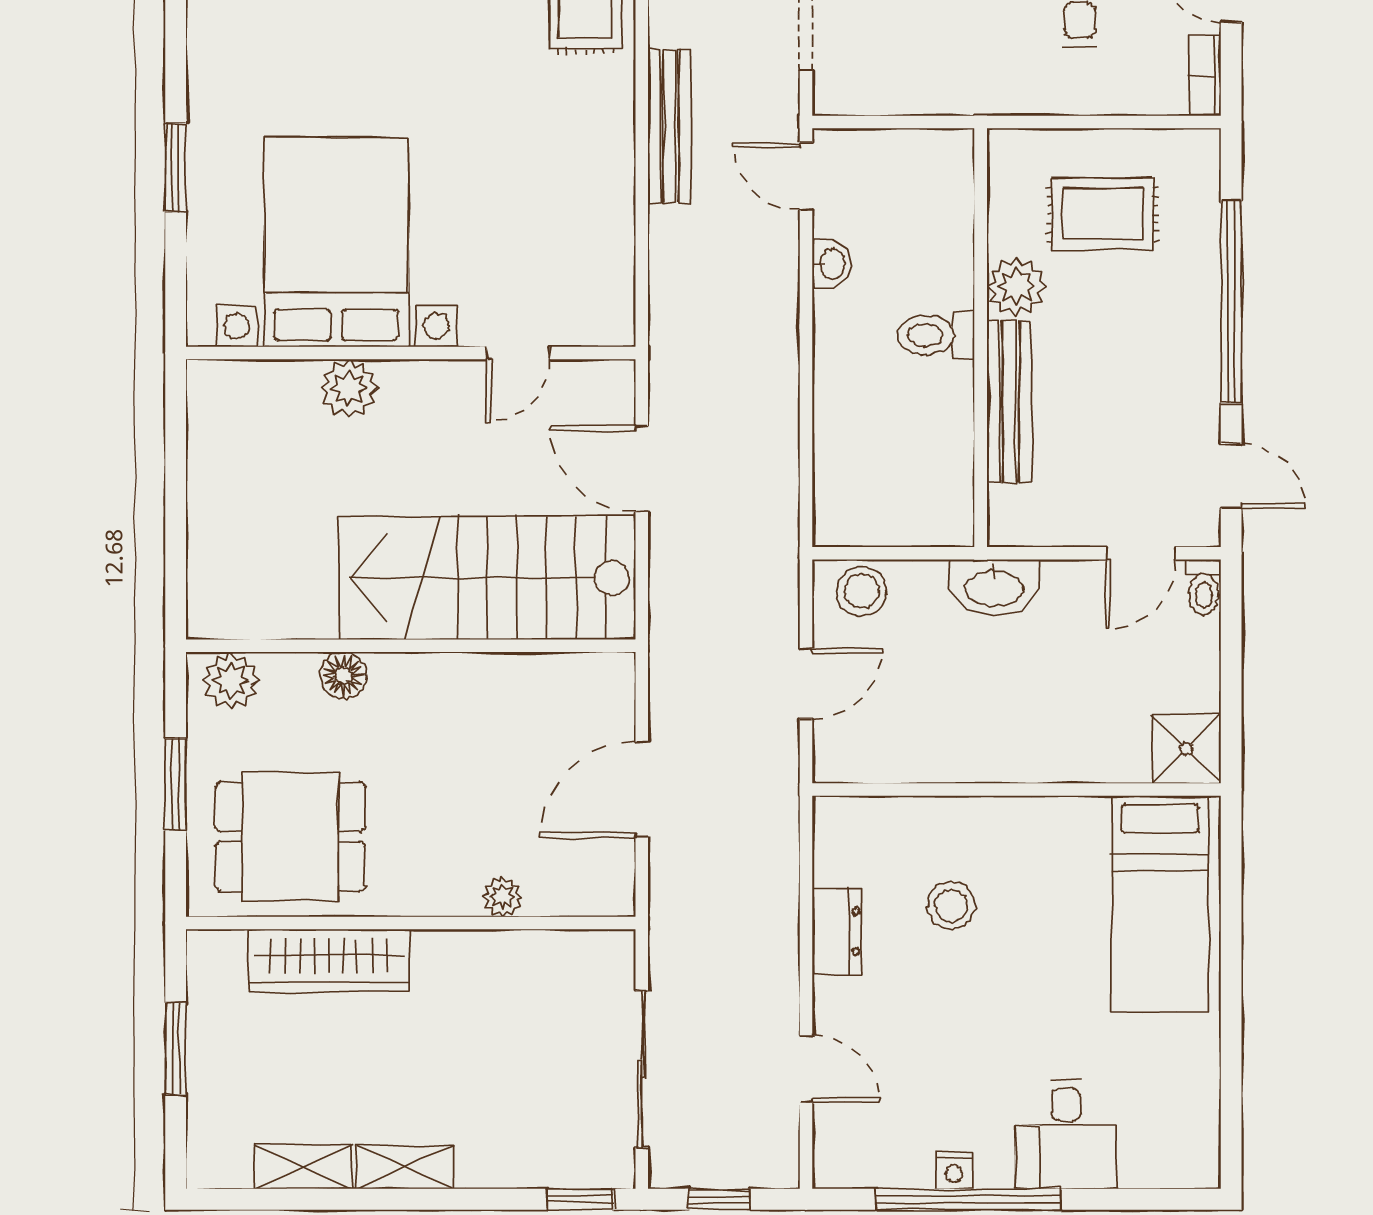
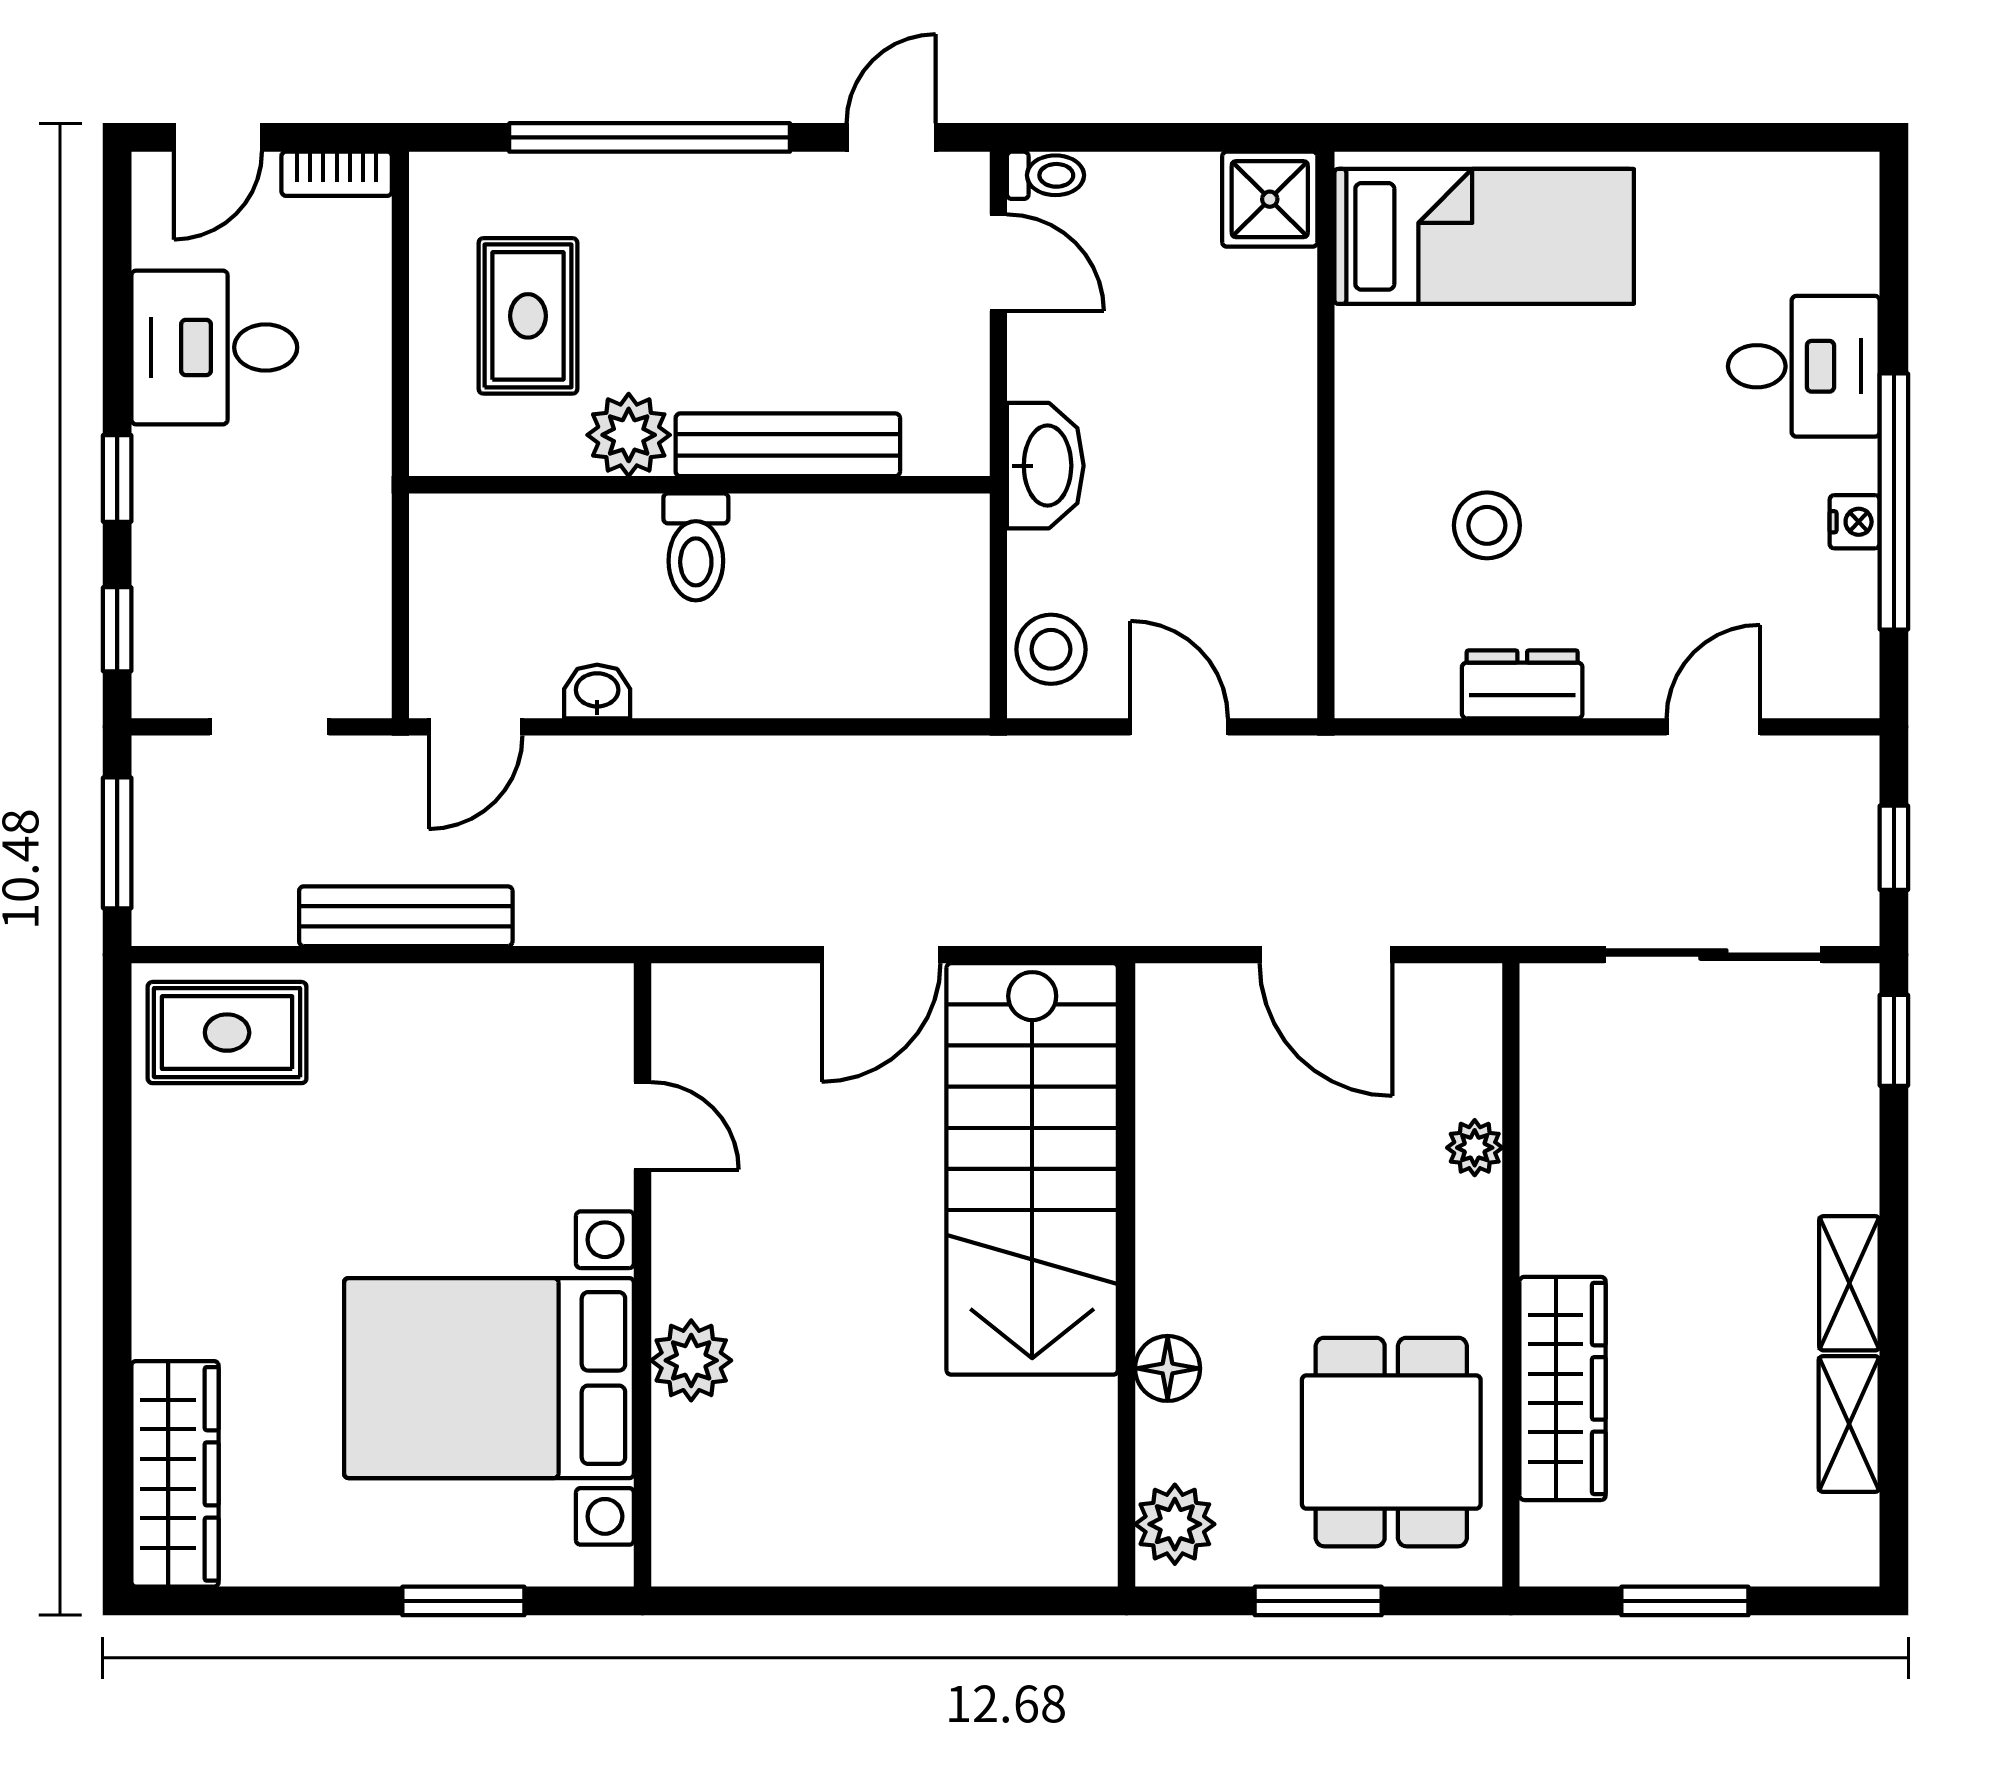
bed with nightstands: (336, 242) -> (489, 1378), moved
wall: (411, 353) -> (642, 1275), moved
door: (518, 353) -> (642, 1126), moved
plant: (349, 388) -> (691, 1360), moved

